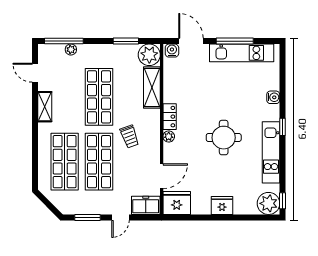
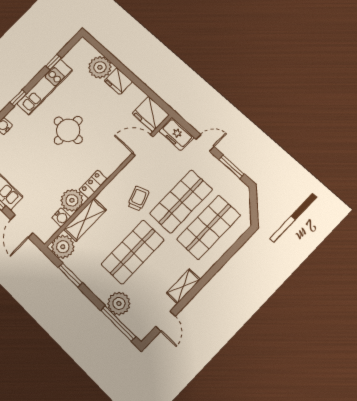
plant: (71, 49) -> (119, 304), width x1.88, depth x1.88
water cooler: (172, 51) -> (61, 217), moved, turned -90
plant: (169, 136) -> (72, 200), moved, width x1.88, depth x1.88
window: (282, 201) -> (53, 62), moved
plant: (268, 203) -> (100, 67), moved

